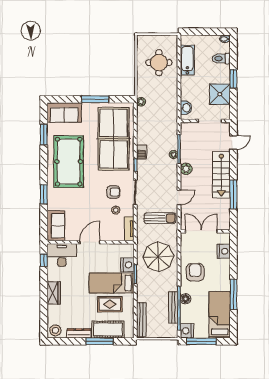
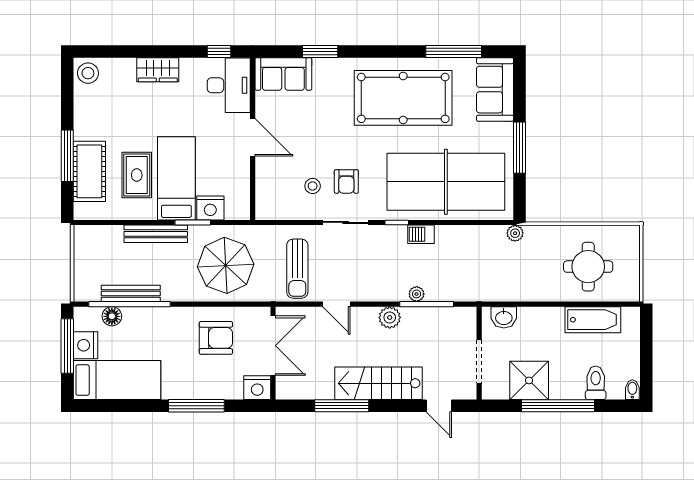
window: (233, 79) -> (558, 406), width x2.11
window: (44, 135) -> (454, 51), width x1.44
window: (44, 194) -> (320, 51), moved
tv unit: (129, 229) -> (278, 211), removed
nightstand: (224, 251) -> (257, 388), moved
armchair: (195, 272) -> (216, 338), moved
window: (233, 294) -> (196, 406), moved
floor lamp: (185, 299) -> (112, 316), moved
bench: (141, 319) -> (156, 234), moved
nightstand: (187, 331) -> (86, 345), moved, turned -90
dresser: (79, 333) -> (82, 117), removed

